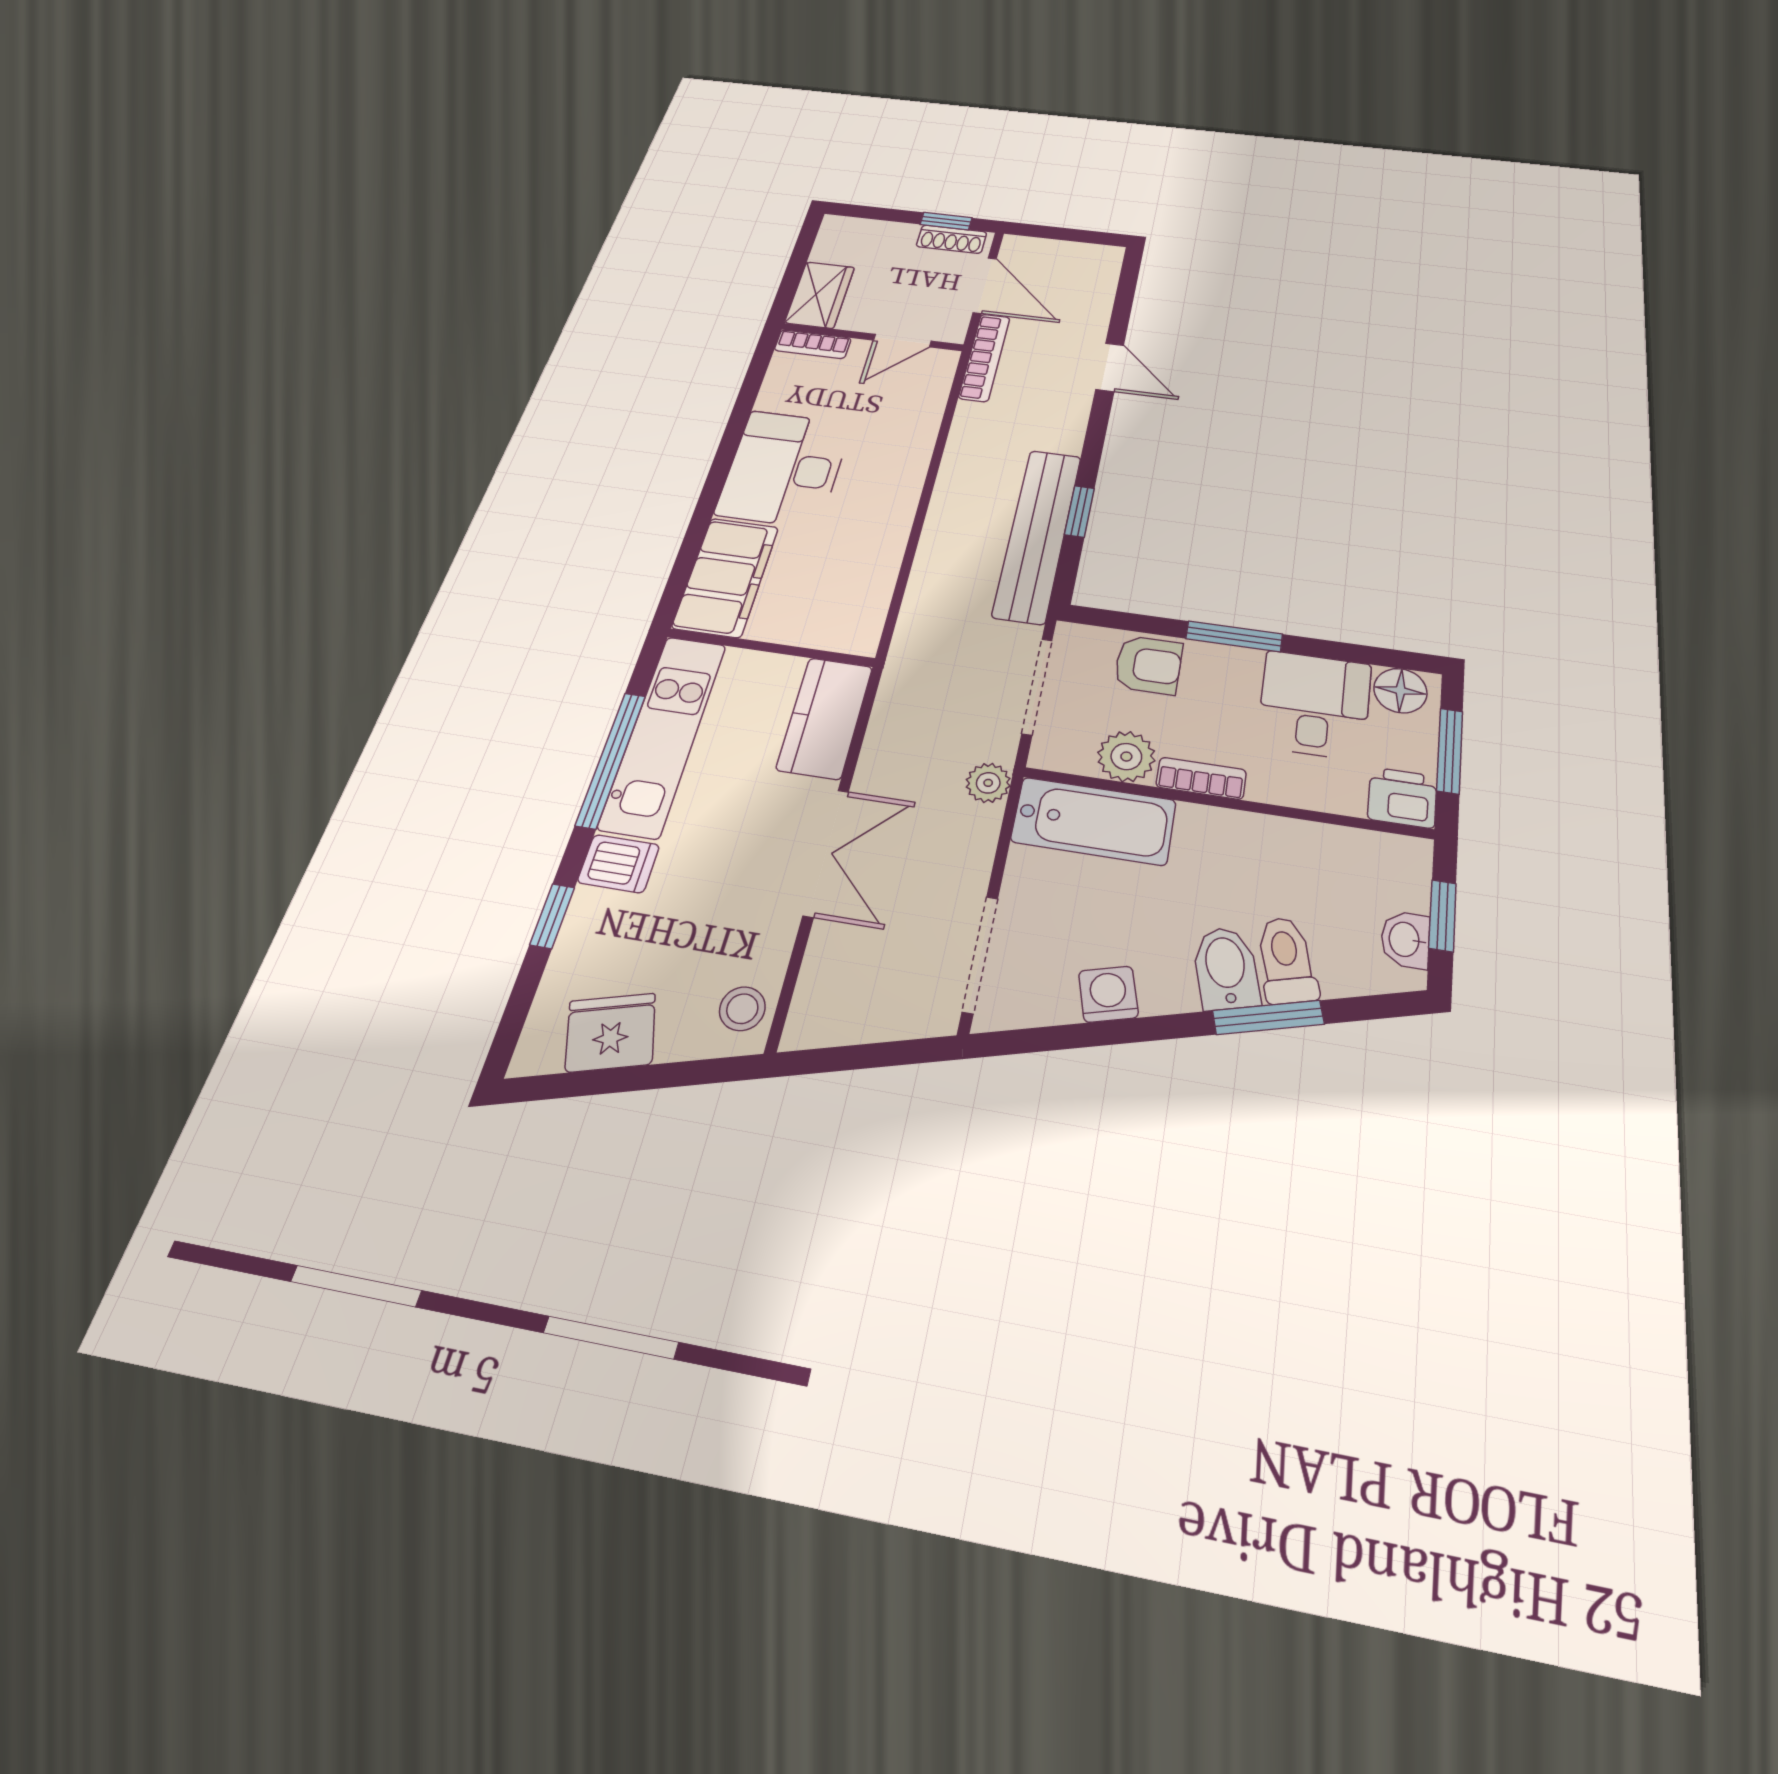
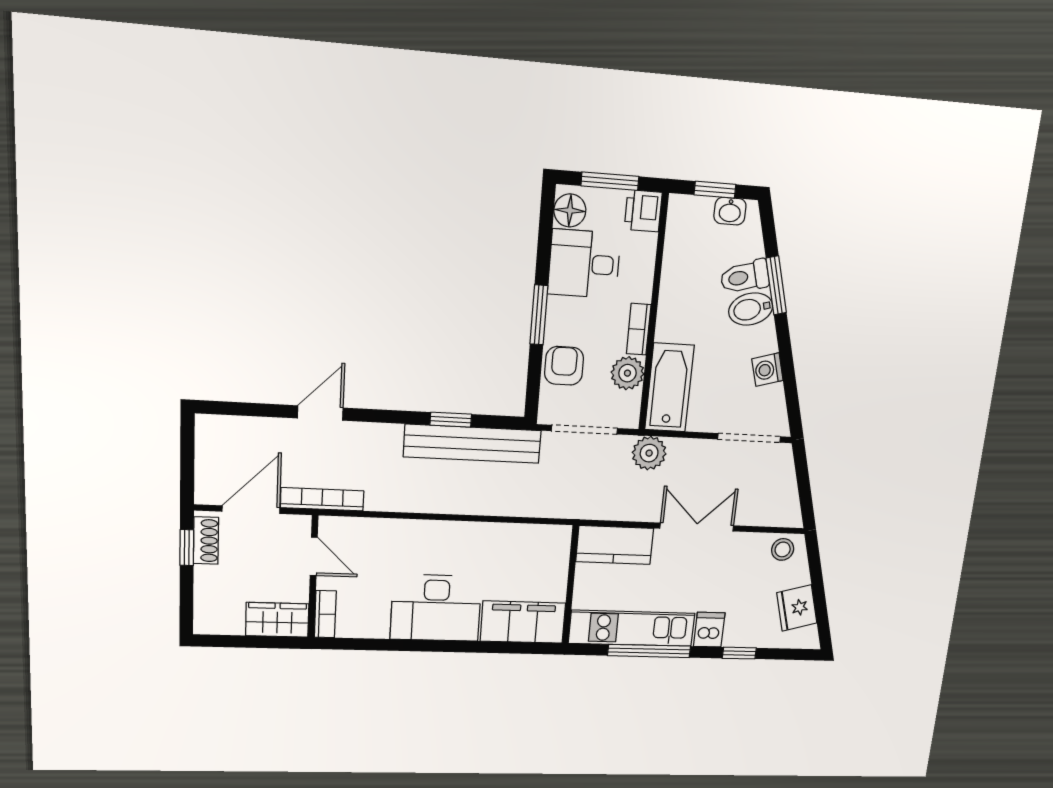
plant: (988, 783) -> (649, 453), width x1.38, depth x1.38

